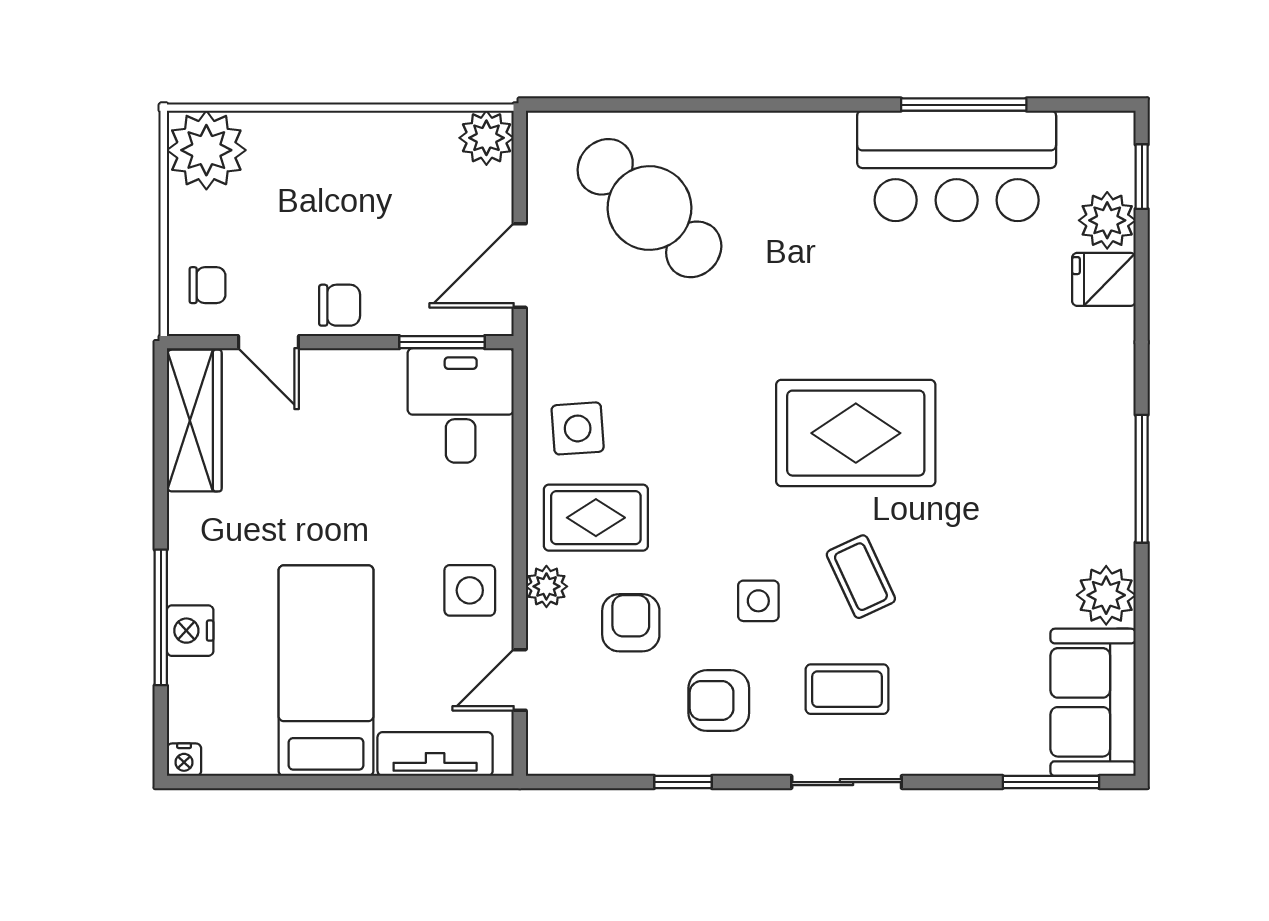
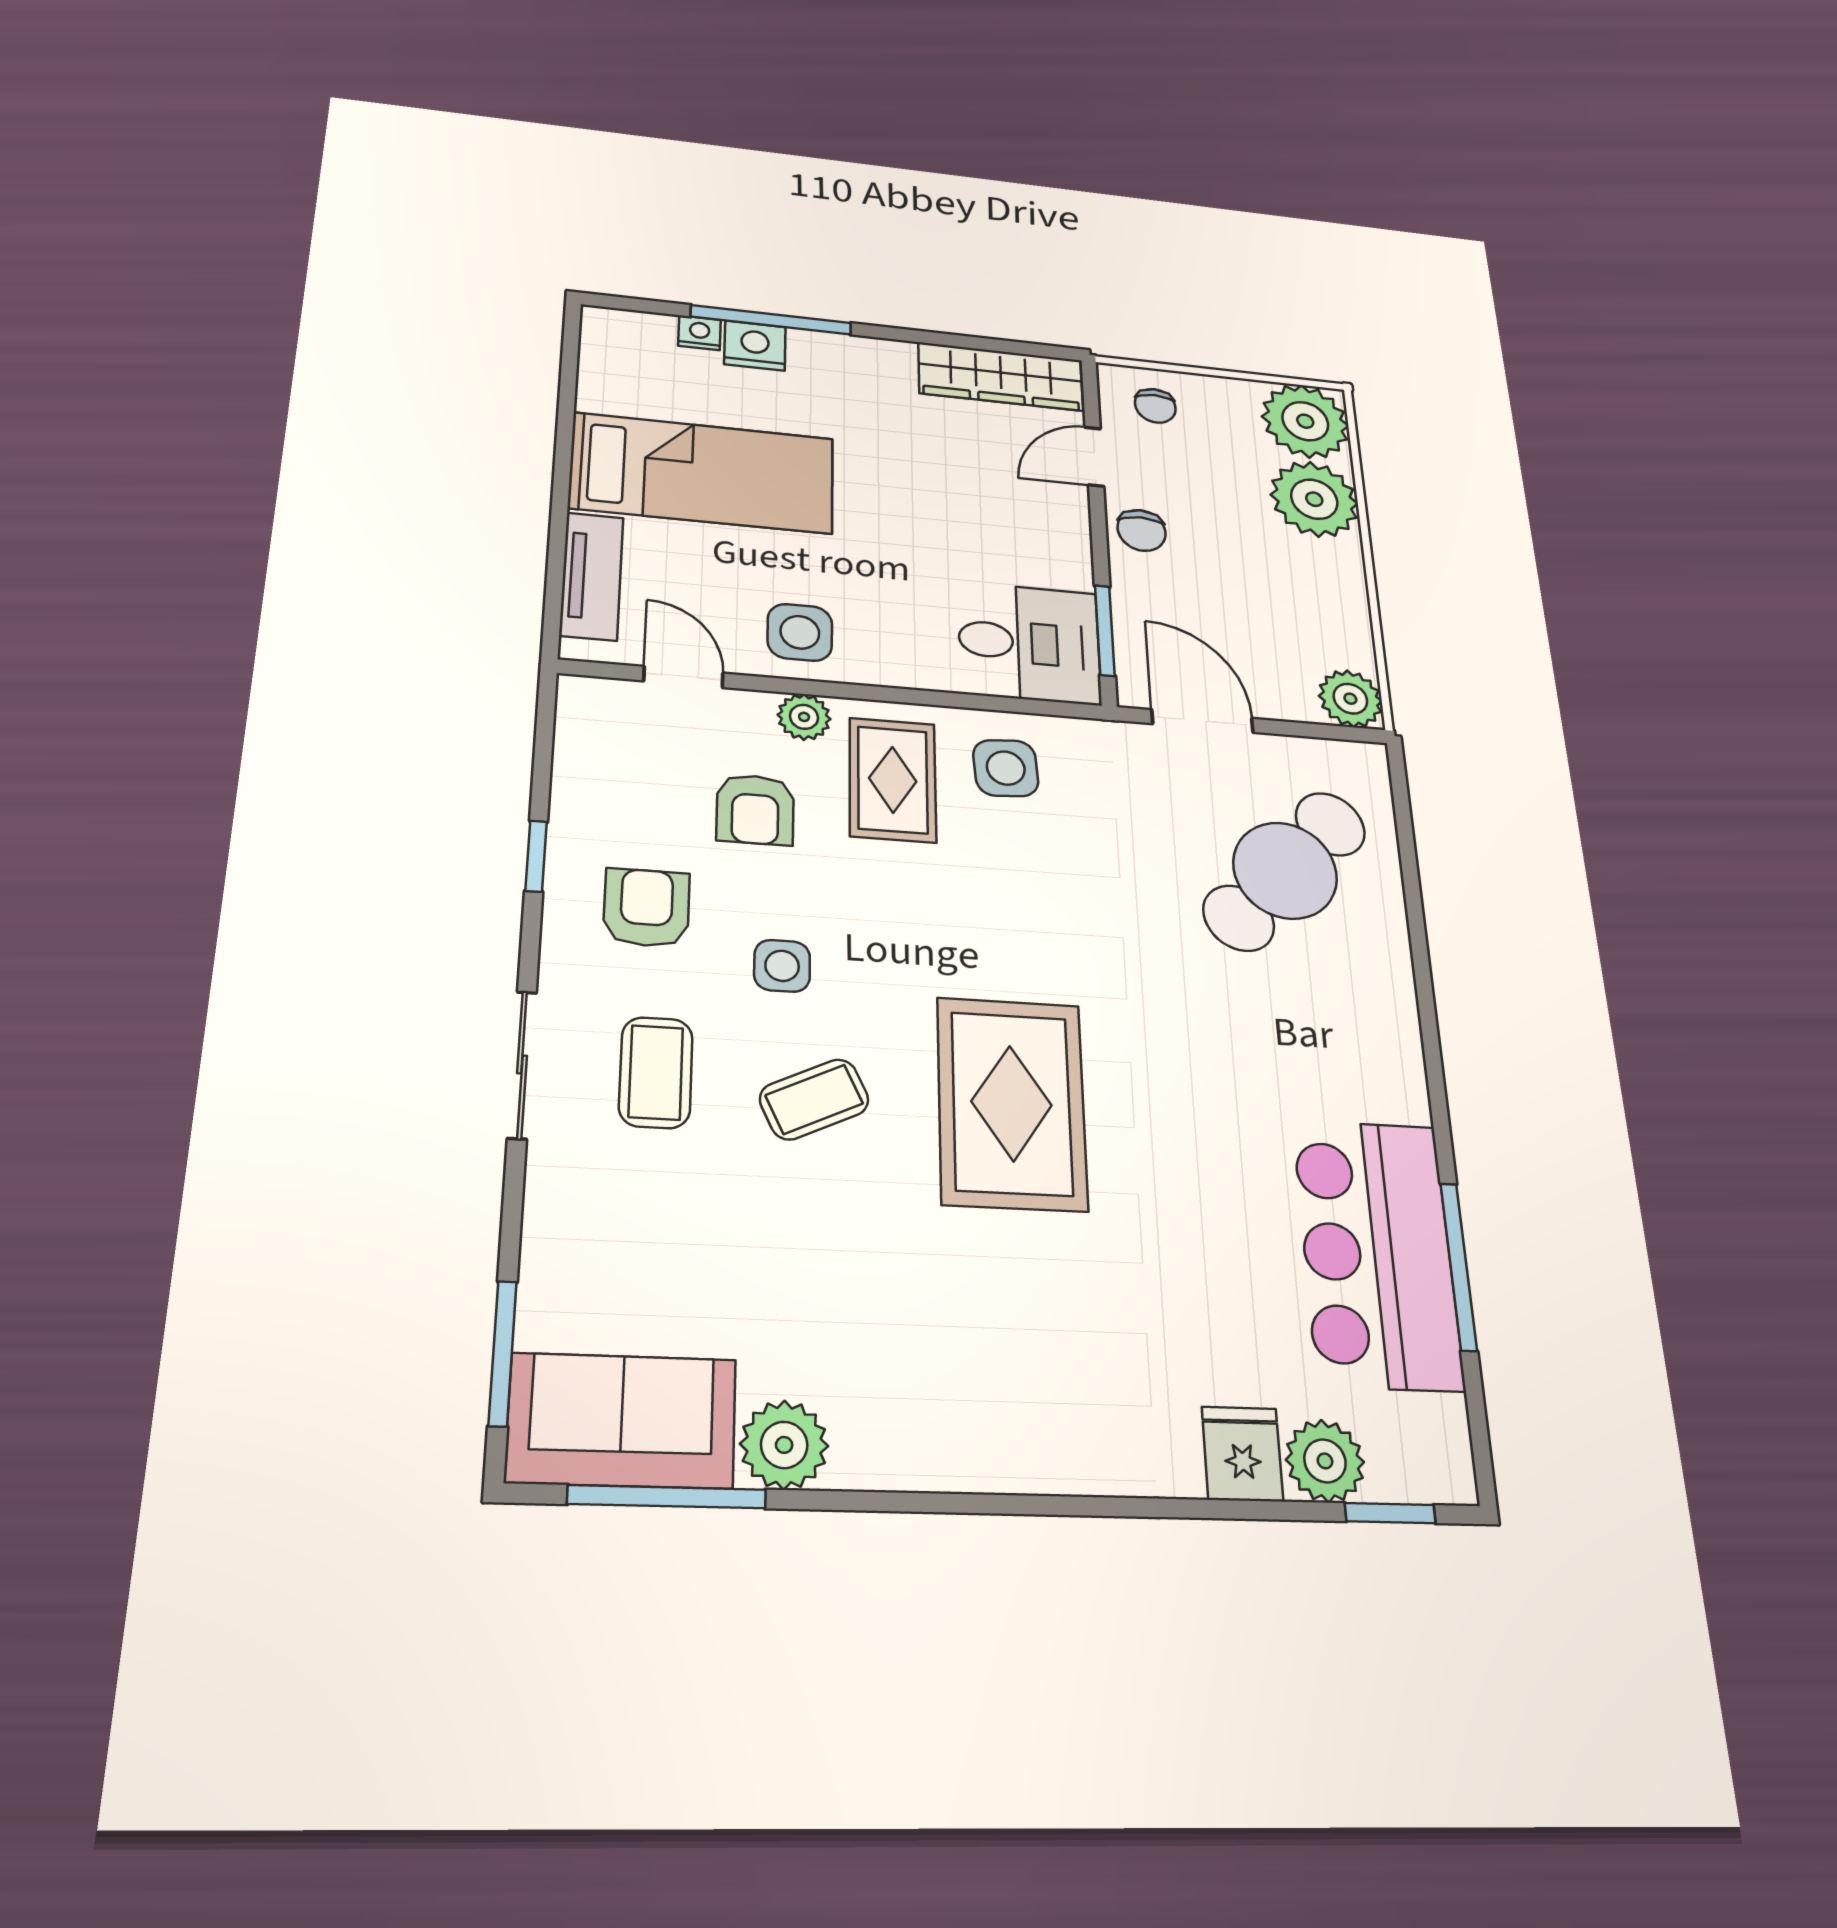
plant: (289, 150) -> (1314, 499), added
window: (1142, 479) -> (667, 1497), moved
armchair: (631, 623) -> (755, 810), turned 90
nightstand: (184, 760) -> (700, 333), moved, turned 90

